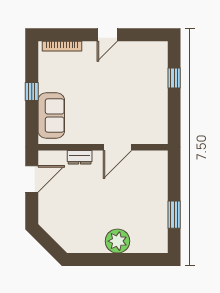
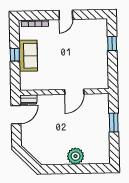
sofa: (51, 115) -> (28, 56), moved
dresser: (80, 157) -> (29, 100), moved
window: (174, 215) -> (114, 123), moved

